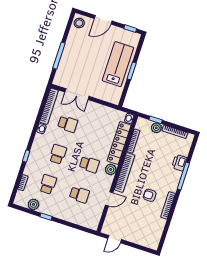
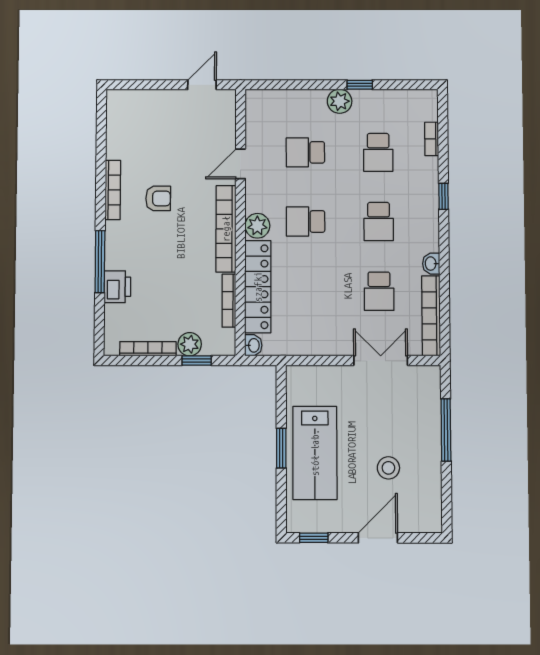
stool: (79, 23) -> (388, 468), moved
school desk: (68, 124) -> (379, 291), turned -90
plant: (33, 204) -> (340, 101), moved

